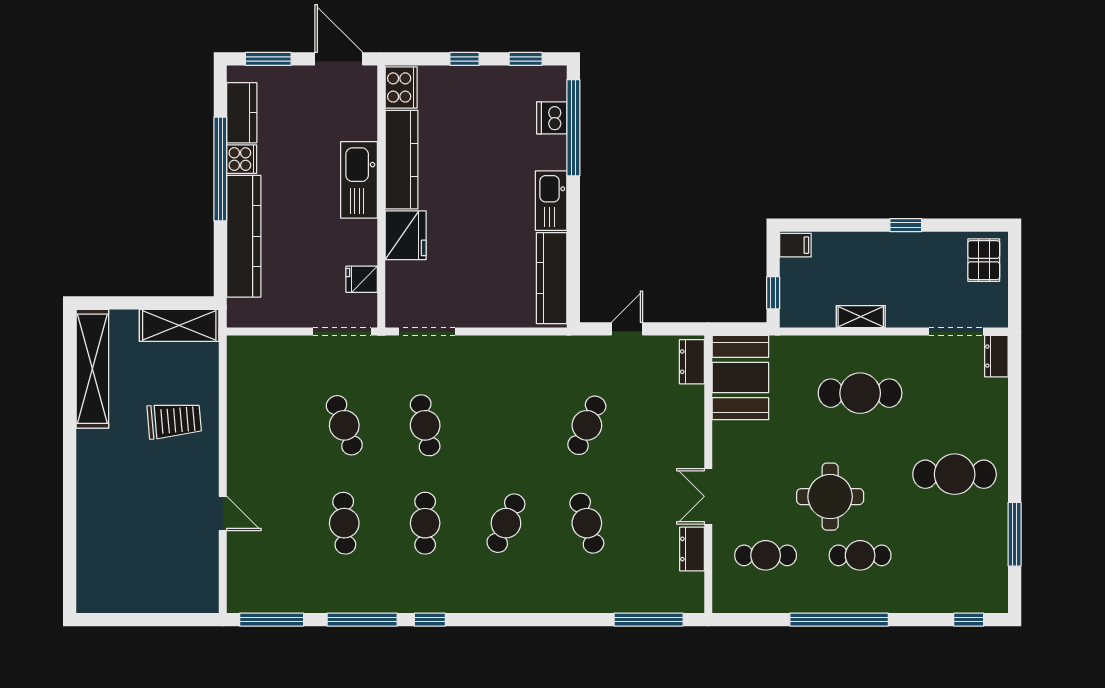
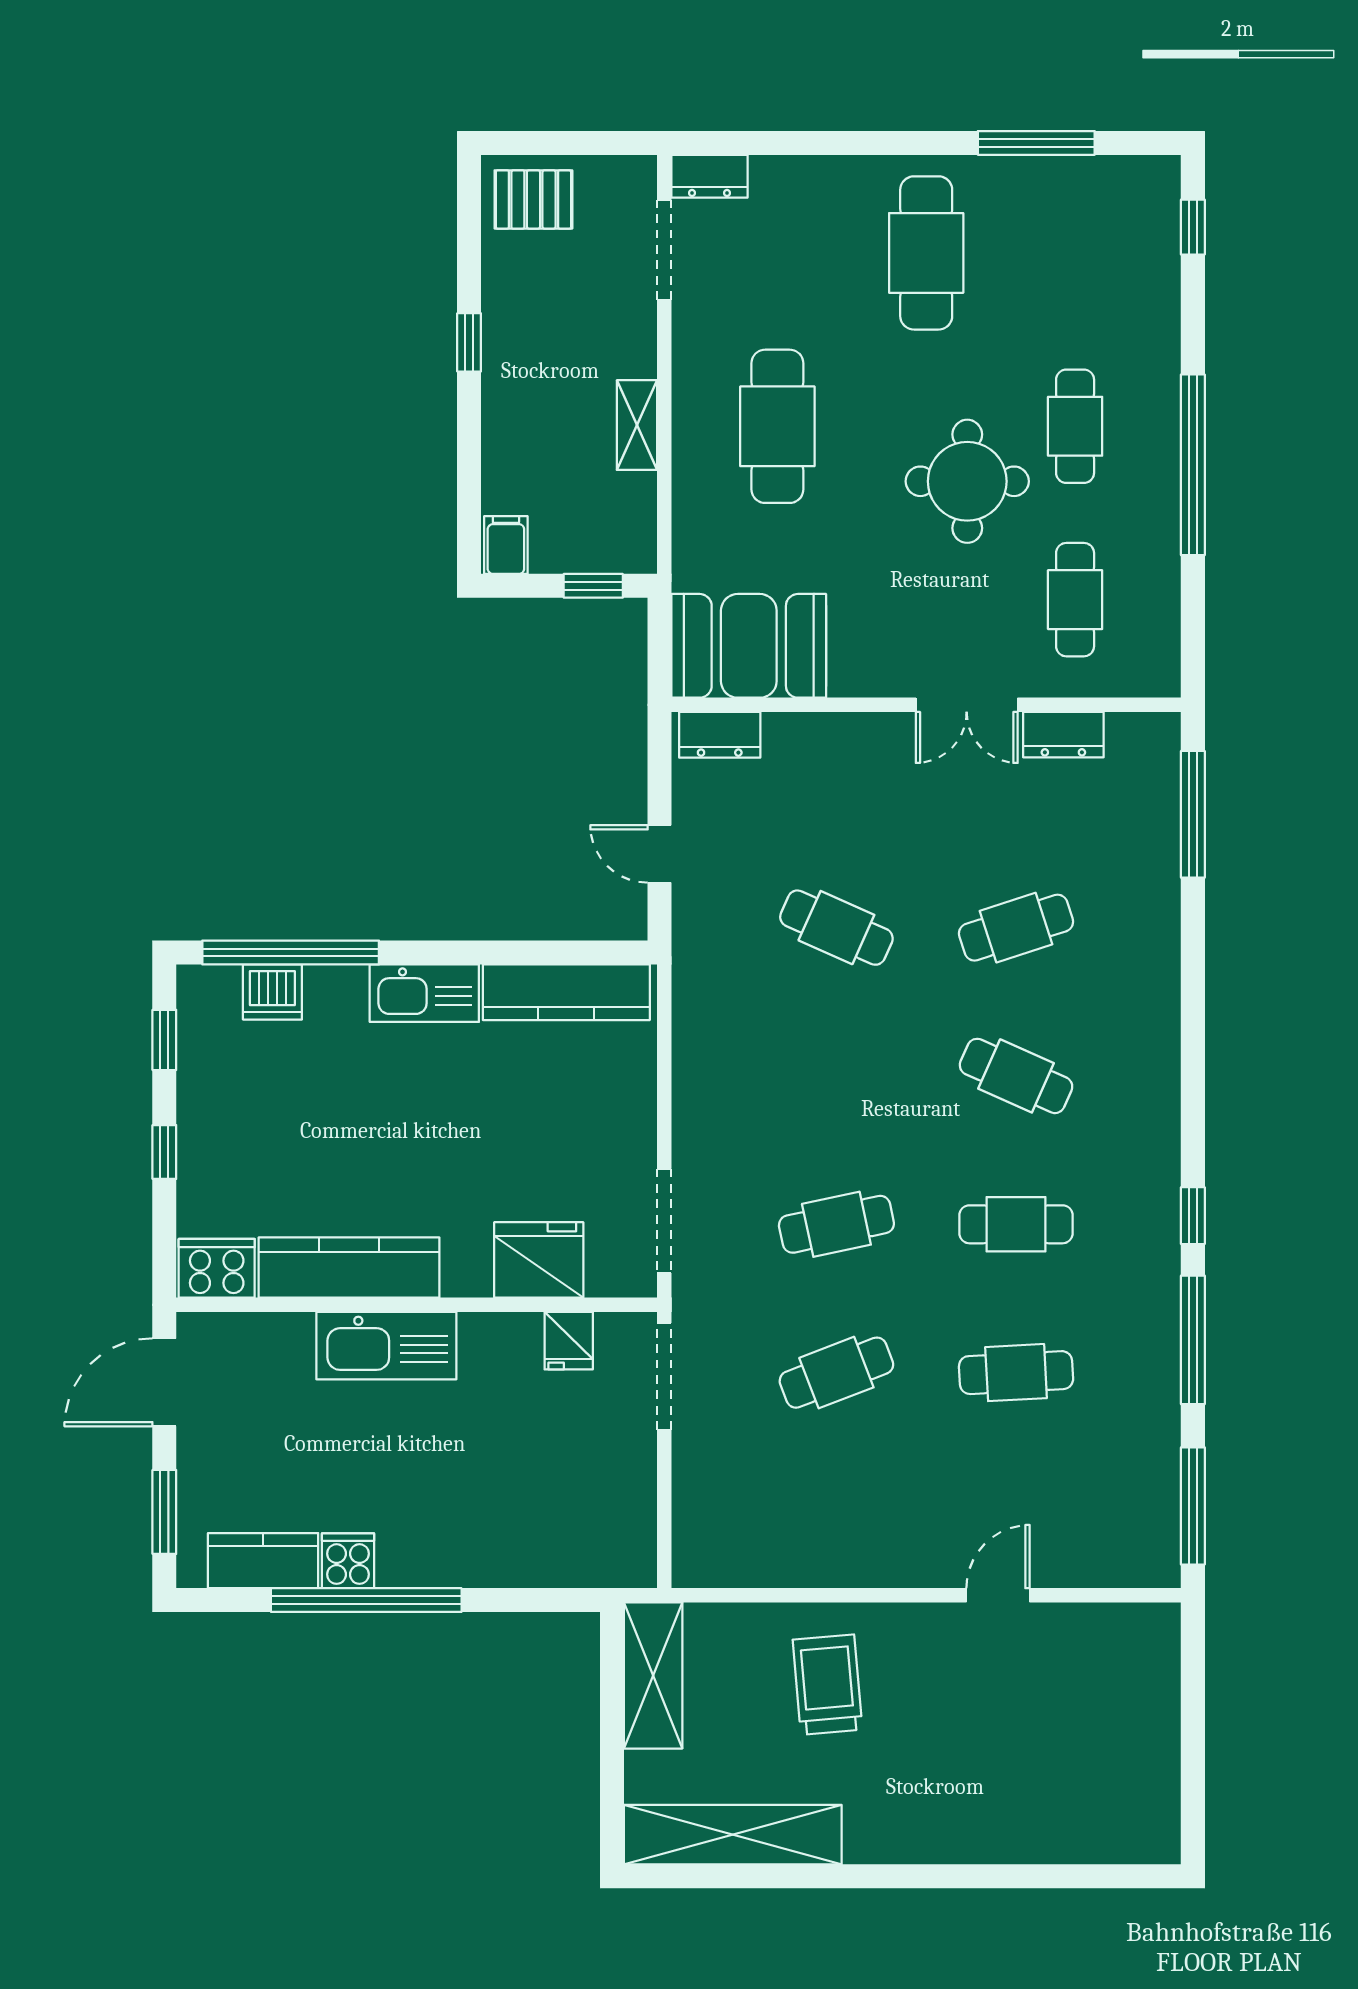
fridge: (406, 235) -> (539, 1260), moved
kitchen counter: (244, 236) -> (490, 1557), removed

